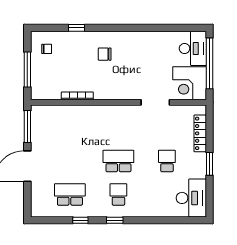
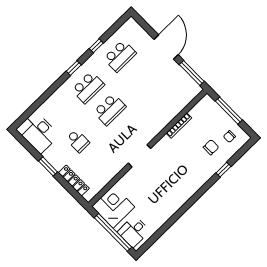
desk: (193, 48) -> (134, 232), width x0.73
chair: (105, 54) -> (211, 147), moved
doorway: (155, 102) -> (140, 156), moved
school desk: (118, 194) -> (88, 87), width x1.85

